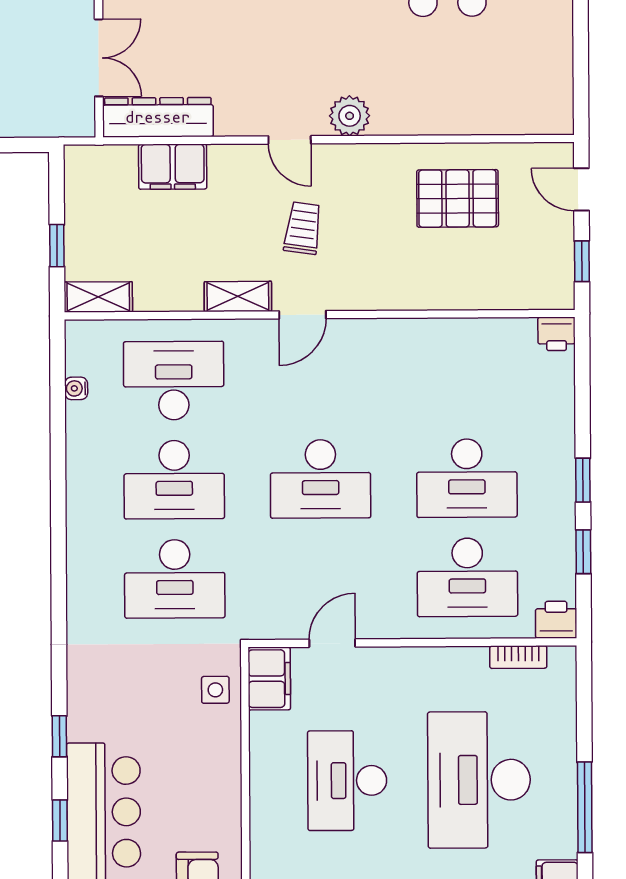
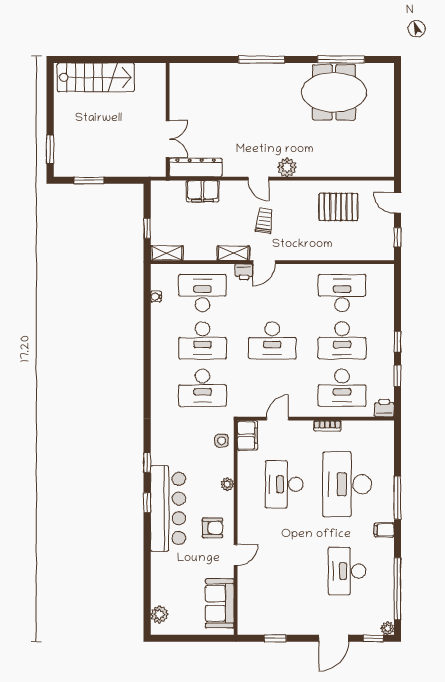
printer: (557, 334) -> (244, 272), moved
desk: (466, 379) -> (342, 293), added
bookcase: (518, 657) -> (327, 426), moved
plant: (228, 781) -> (227, 484), added

